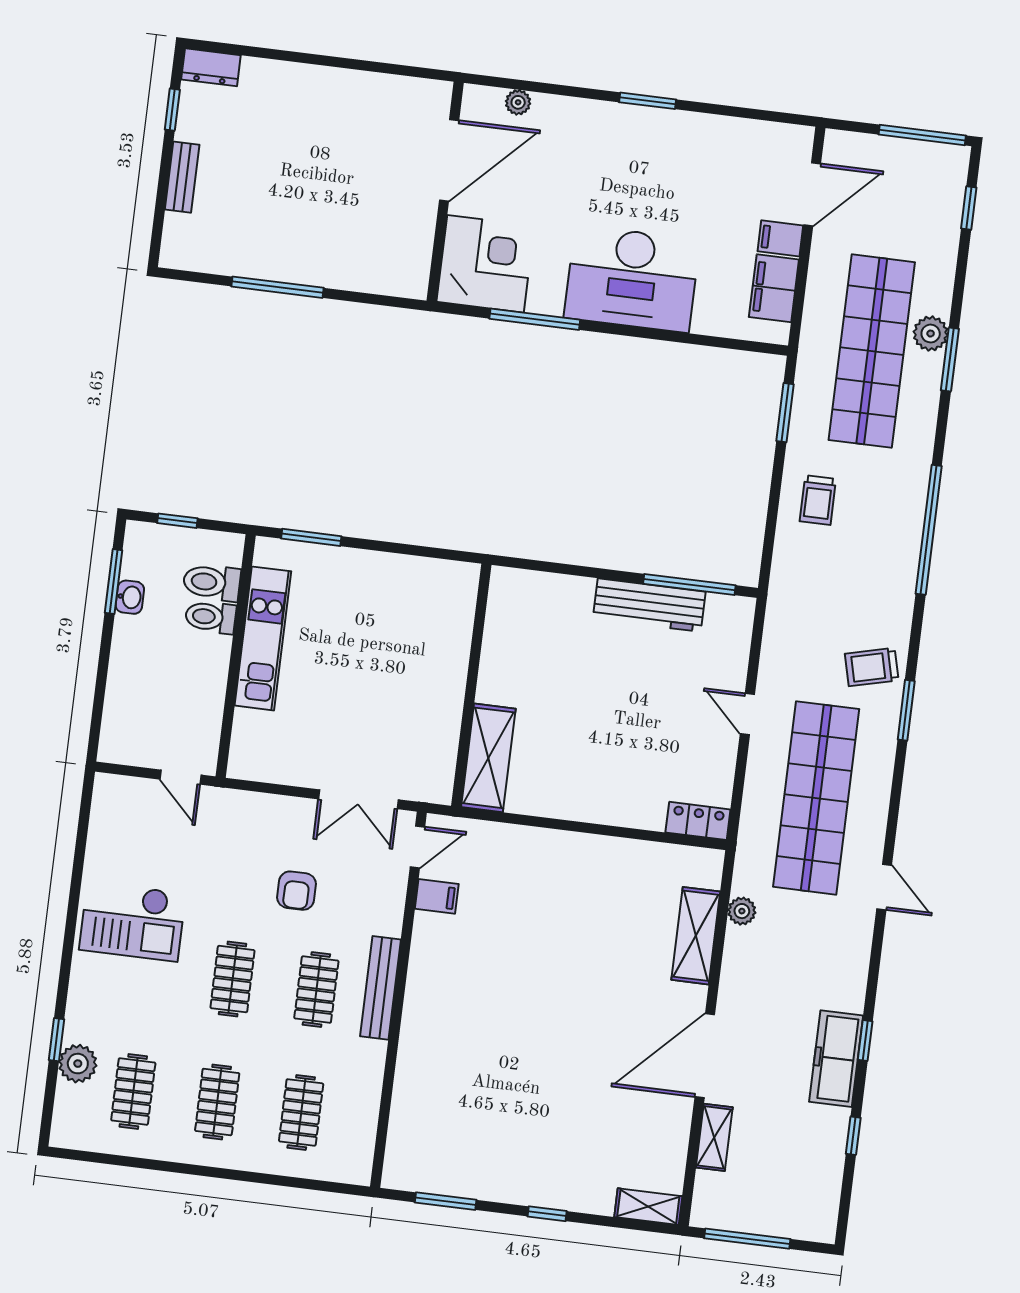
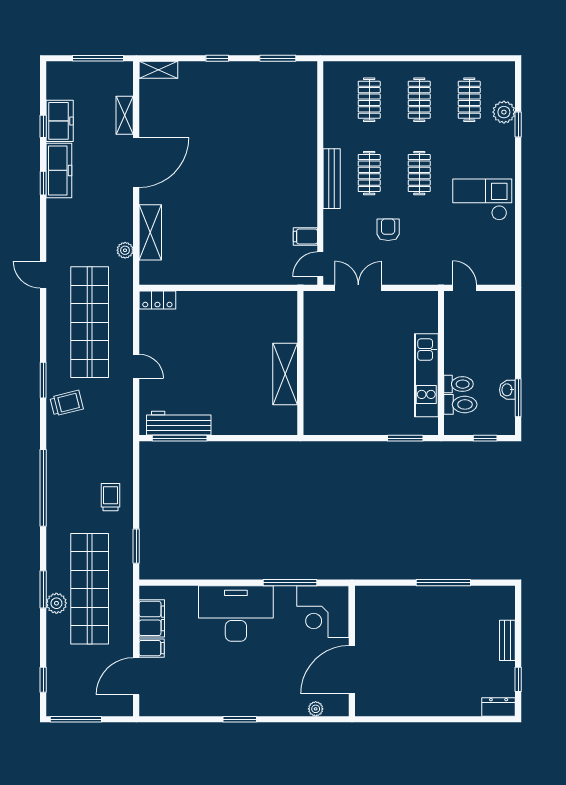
workbench: (649, 605) -> (179, 423), moved
shelving: (488, 758) -> (285, 374), moved
freezer: (825, 1142) -> (60, 121), added

